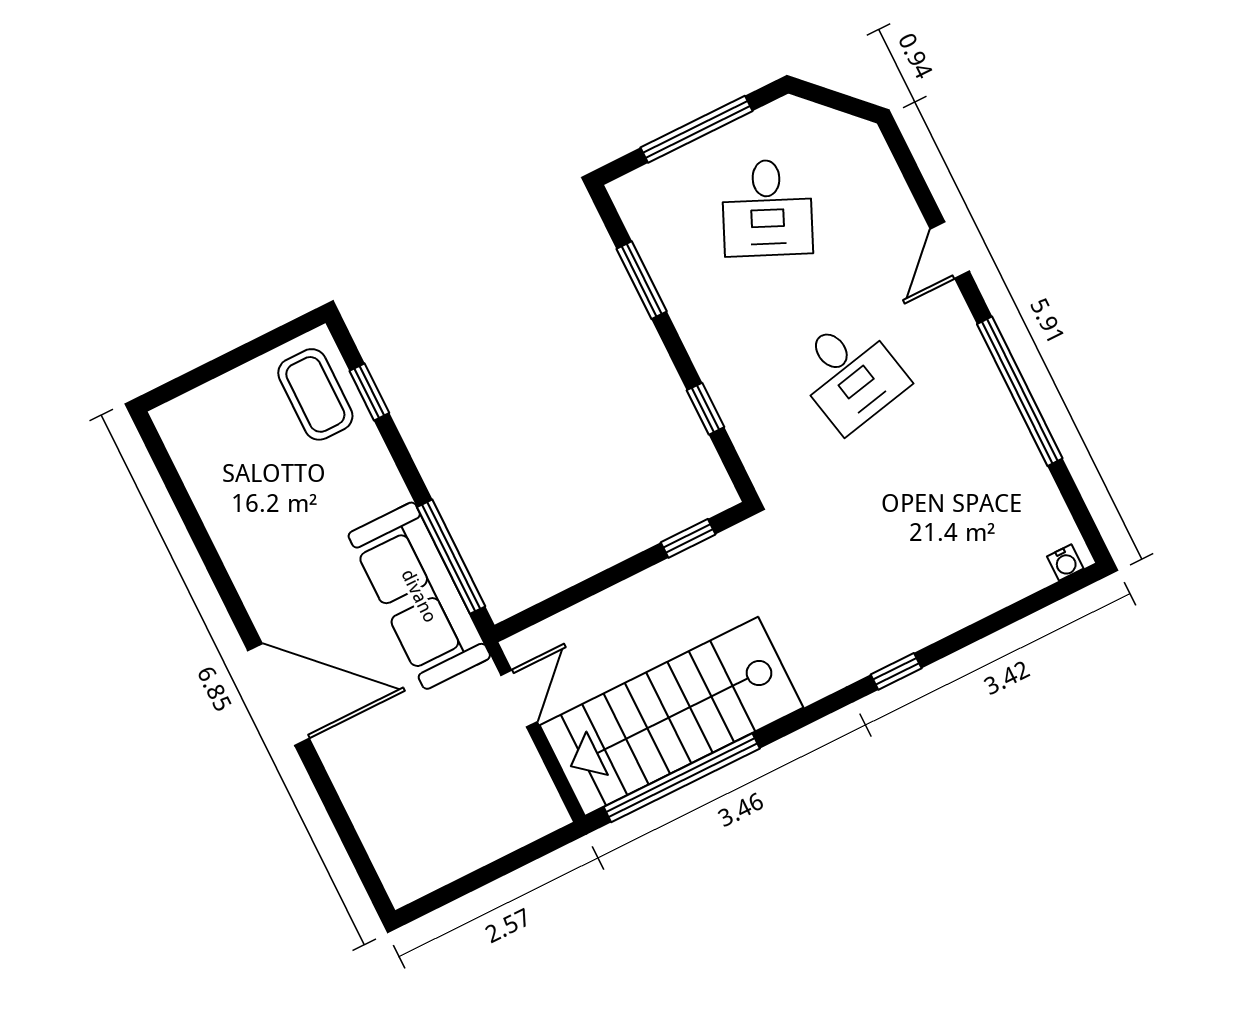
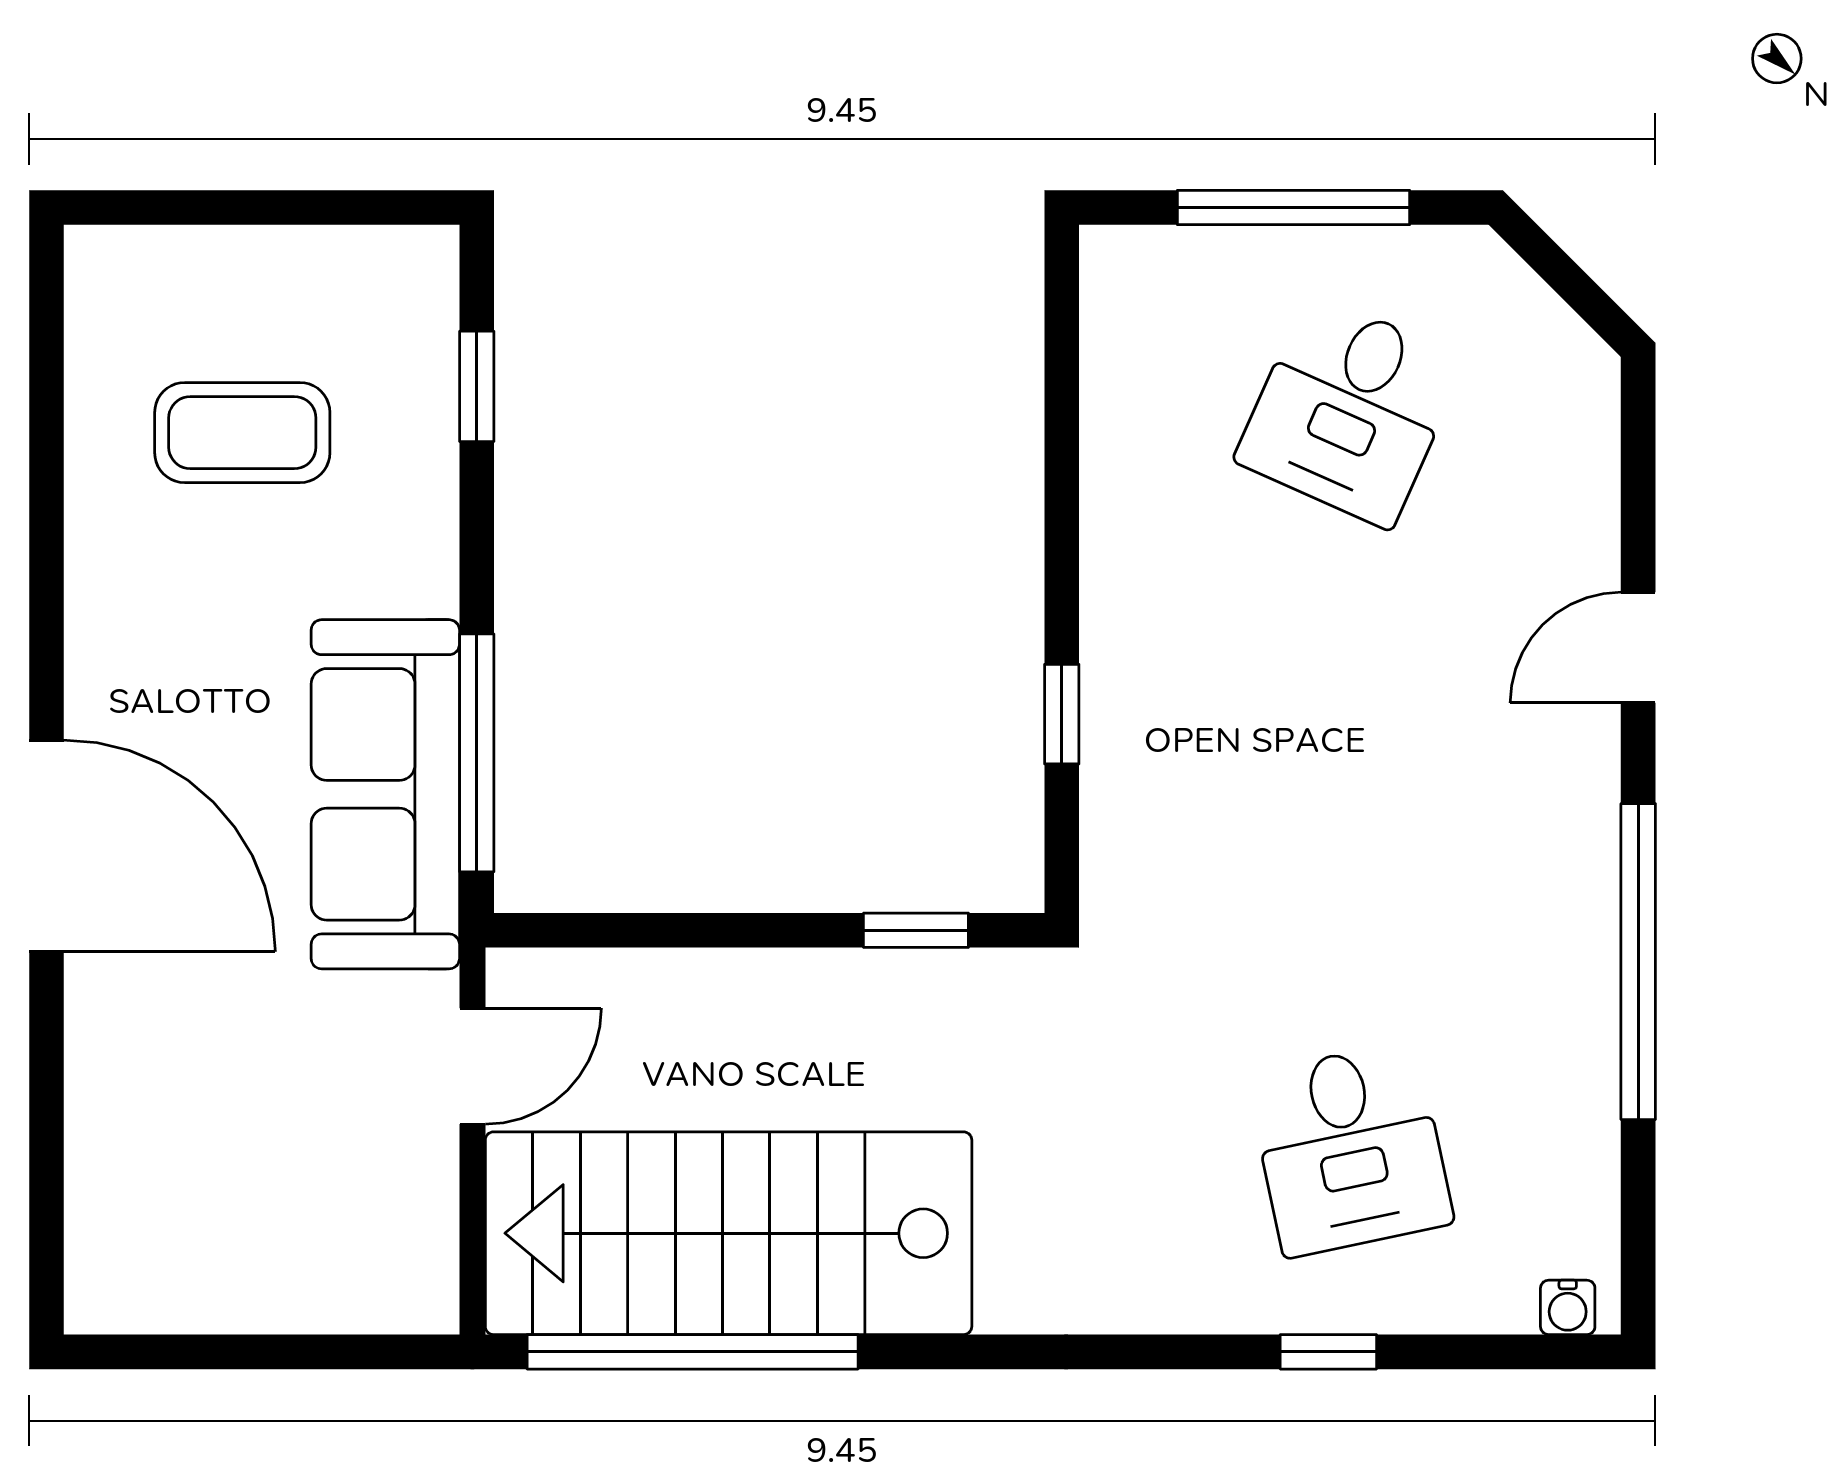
window: (642, 280) -> (1062, 428), removed
desk: (850, 374) -> (1350, 1149), moved
coffee table: (315, 394) -> (242, 433), moved, turned 90
window: (896, 671) -> (1328, 1352), moved

